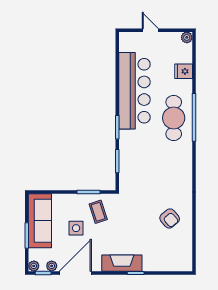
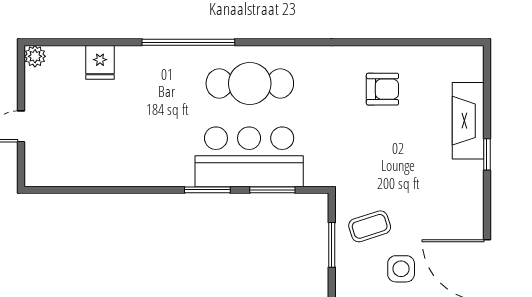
bar counter: (134, 91) -> (249, 157), moved, width x0.73
cafe table: (174, 118) -> (250, 83), moved
armchair: (170, 218) -> (382, 89), turned 40
fireplace: (122, 263) -> (468, 121), moved

